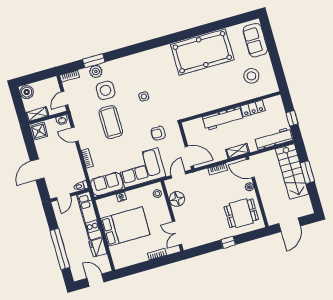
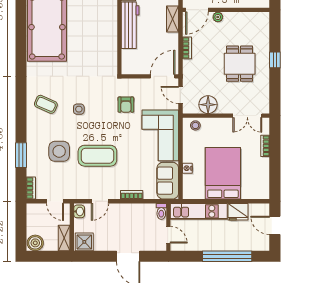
coffee table: (140, 69) -> (46, 104), added
plant: (96, 71) -> (34, 156), removed
dining table: (241, 213) -> (240, 64), moved
door: (95, 280) -> (275, 225), hinge flipped

